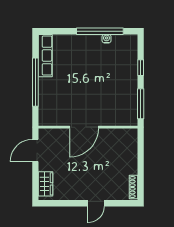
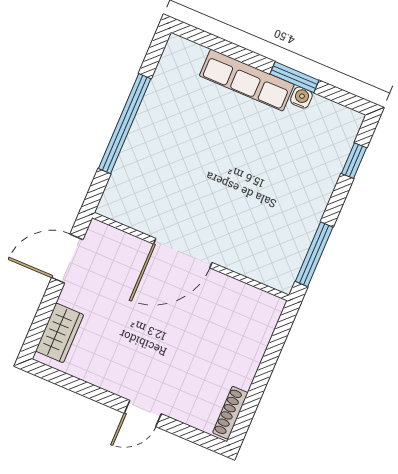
window: (100, 31) -> (294, 77), width x0.47
row of seats: (45, 56) -> (247, 80), moved, turned 90
window: (141, 68) -> (354, 161), moved

